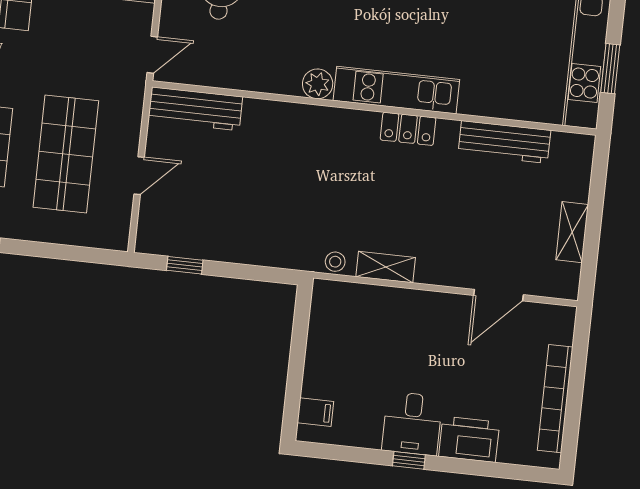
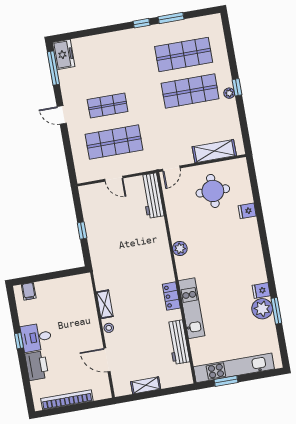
door: (152, 55) -> (171, 169), hinge flipped
kitchen unit: (396, 90) -> (192, 308), moved
stool: (335, 262) -> (109, 328), moved
window: (185, 265) -> (82, 231), moved

